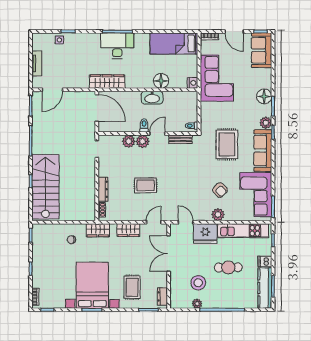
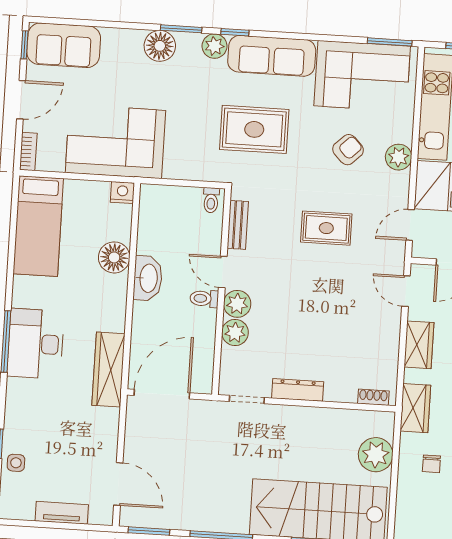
rug: (146, 185) -> (326, 228), moved, turned 90
dresser: (103, 189) -> (298, 390), moved
plant: (74, 213) -> (376, 455), added

